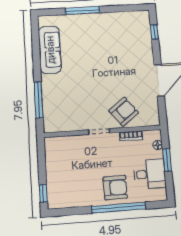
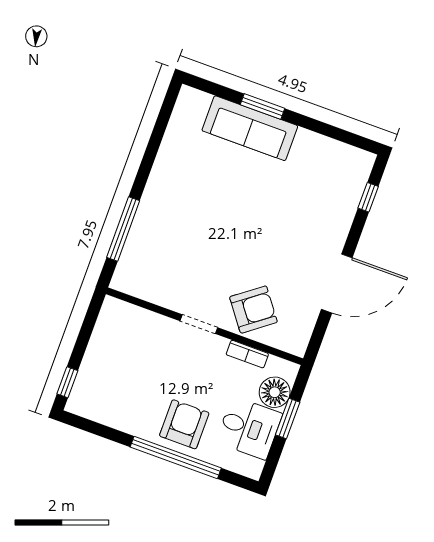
window: (82, 10) -> (262, 106), width x0.69
sofa: (50, 50) -> (250, 128), moved, turned 90
floor lamp: (158, 145) -> (275, 392), width x1.89, depth x1.89
armchair: (115, 188) -> (184, 424), turned -90

